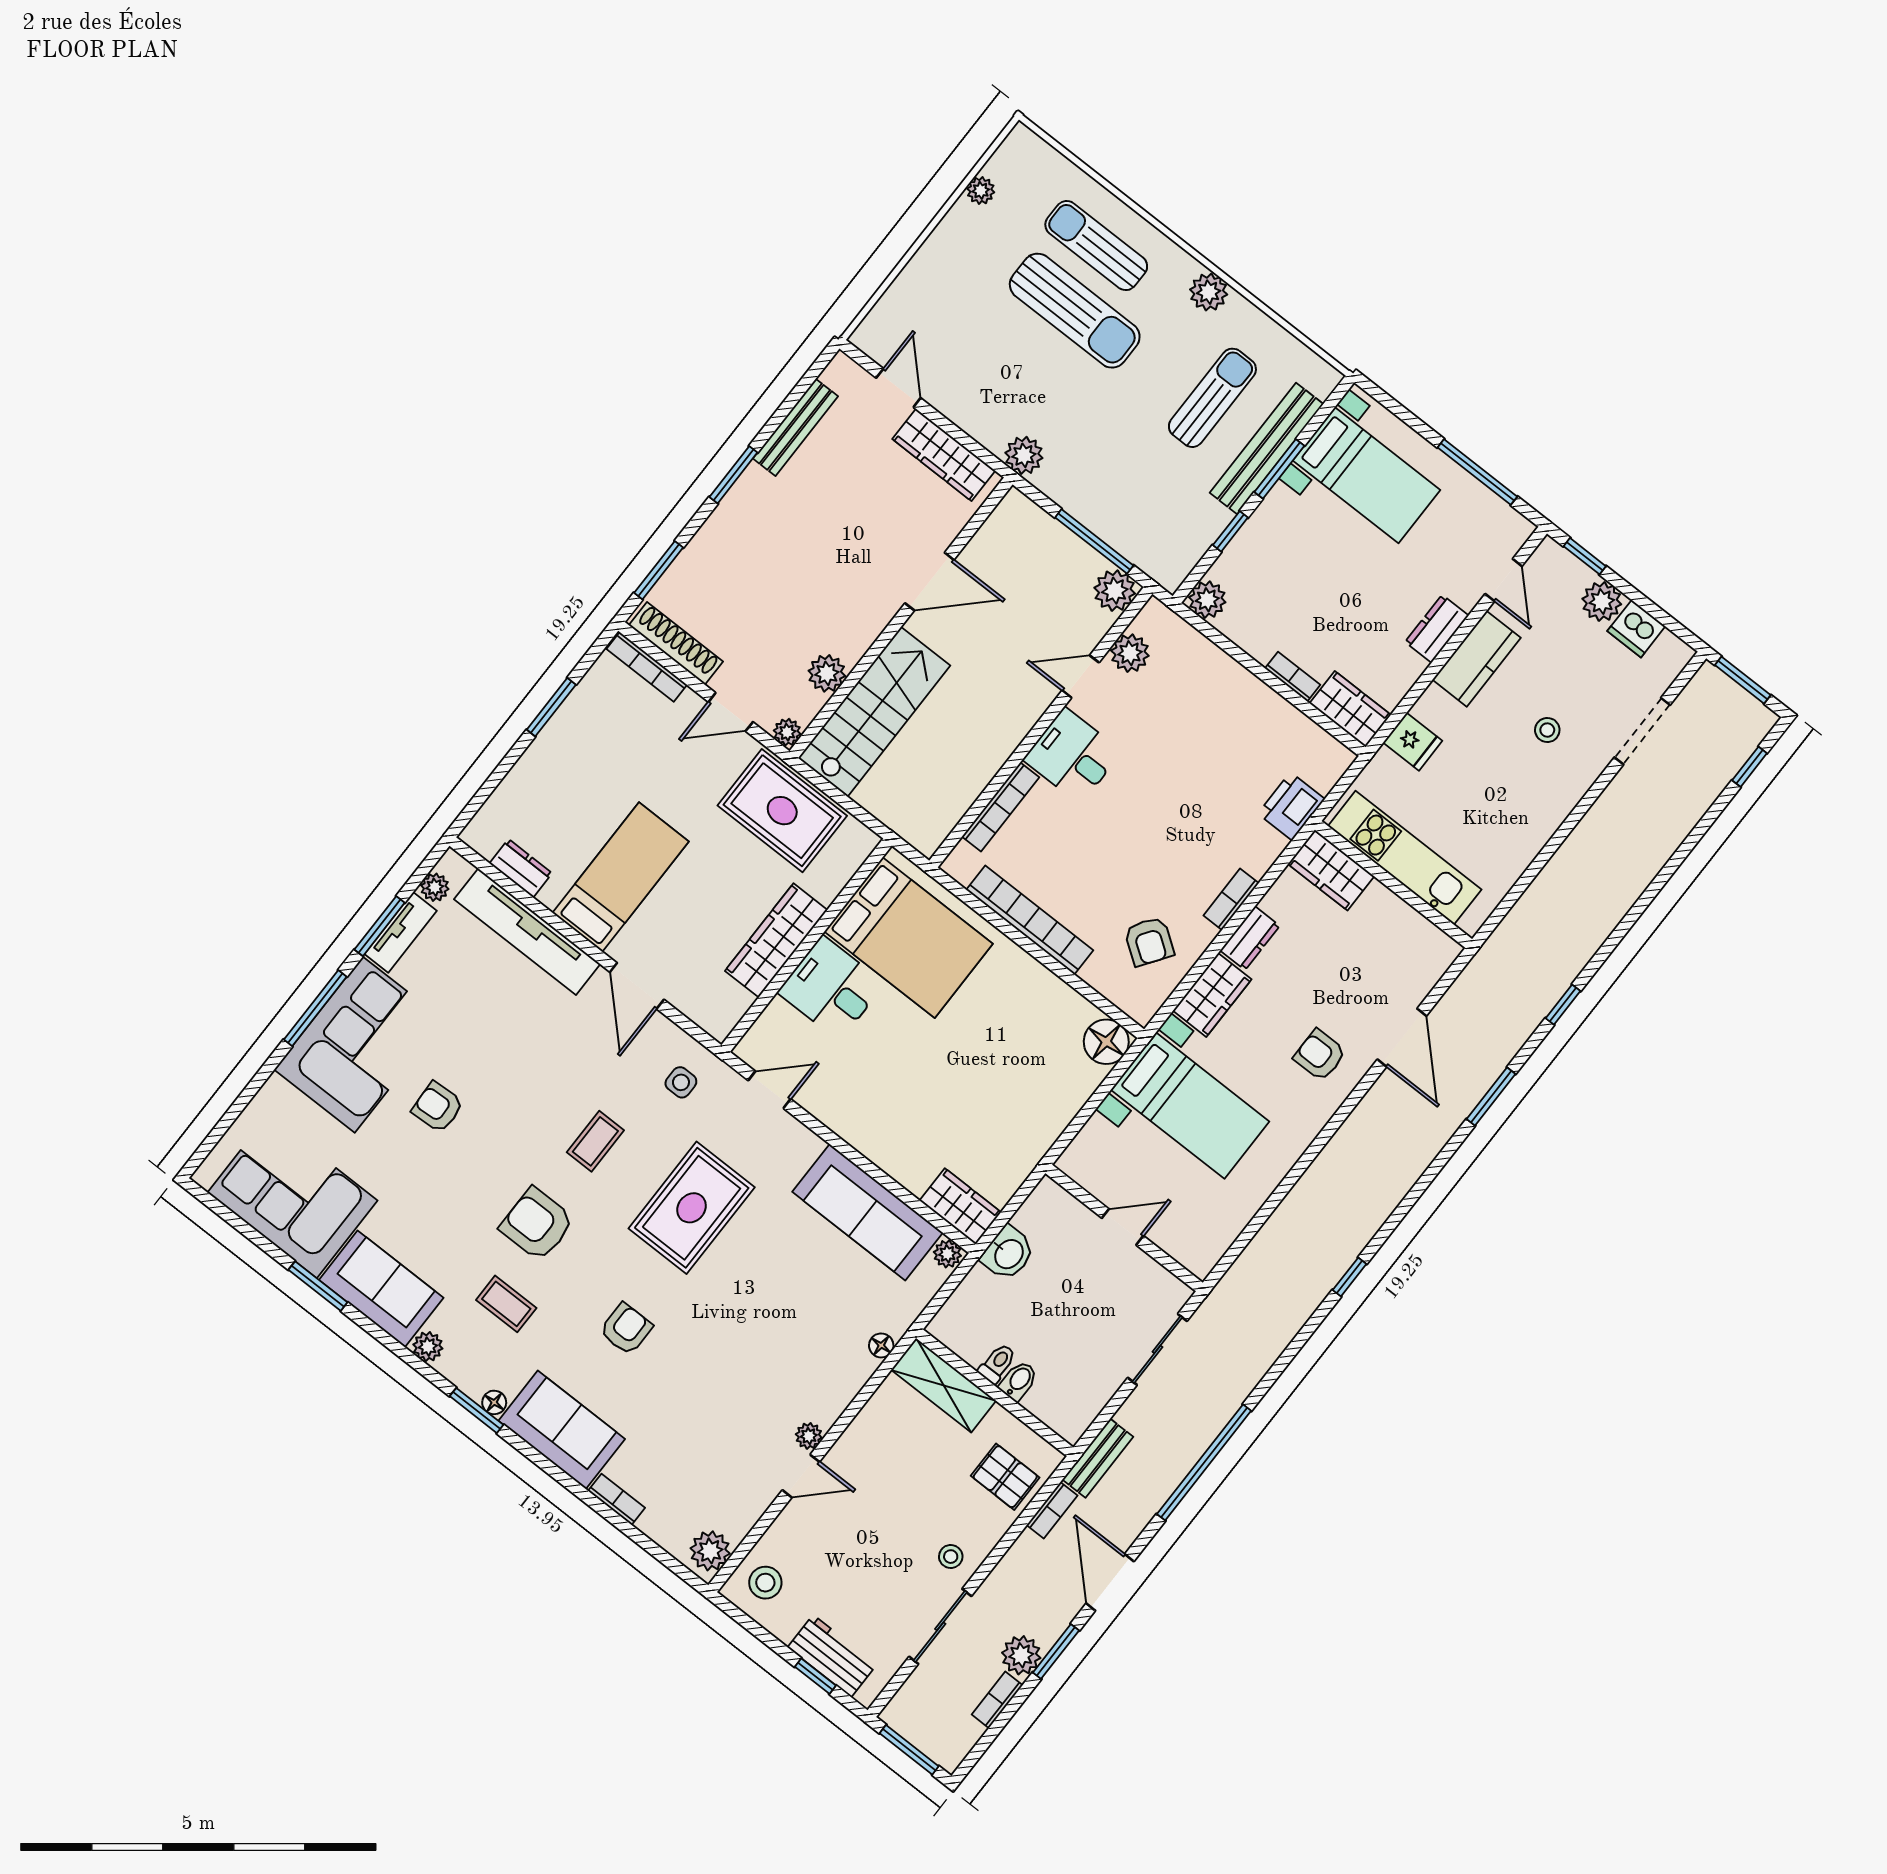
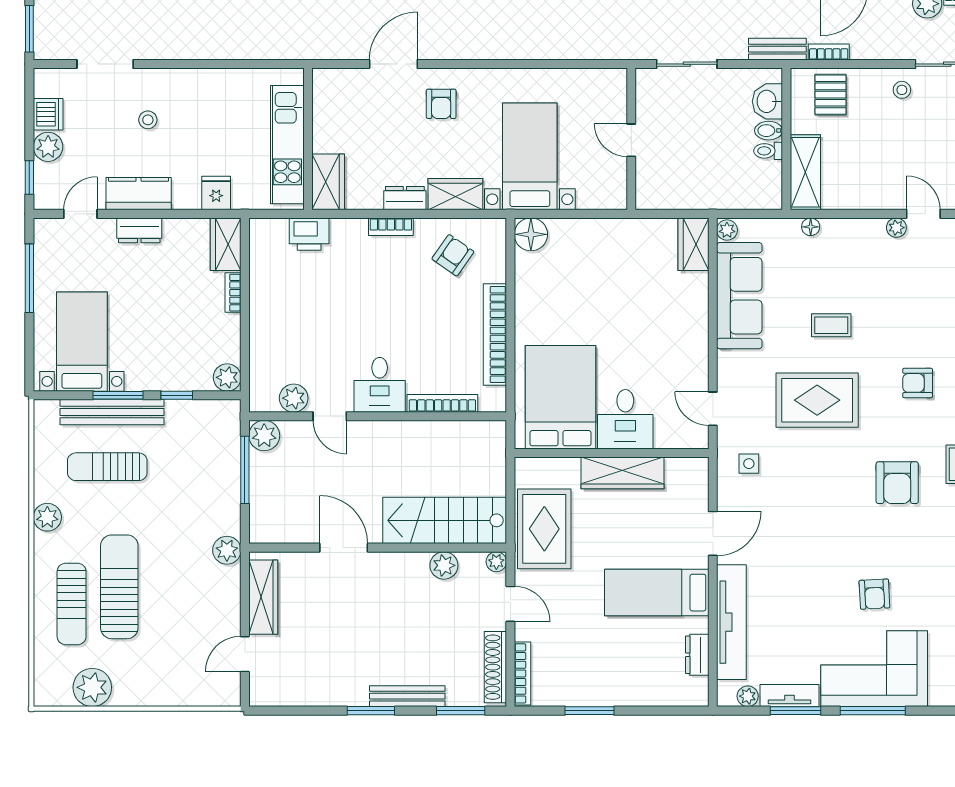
plant: (981, 190) -> (92, 687), width x1.88, depth x1.88
bench: (795, 427) -> (407, 696), moved
coffee table: (595, 1141) -> (831, 325), moved
washbasin: (1008, 1253) -> (767, 101), moved, turned -90

